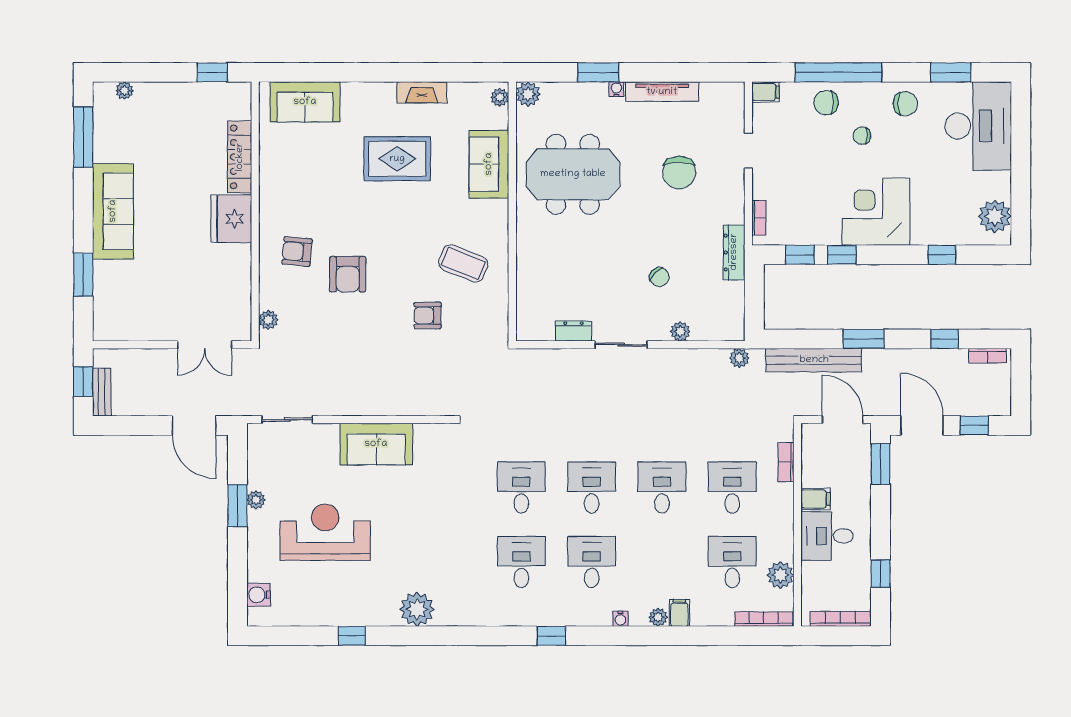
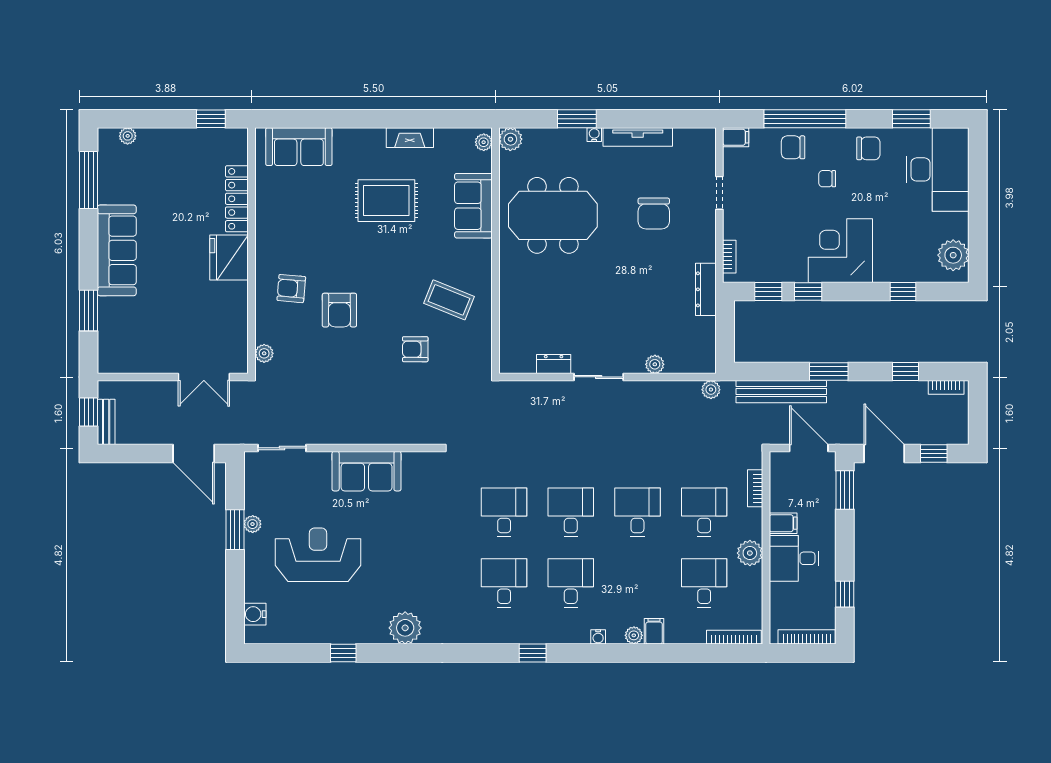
chair: (659, 277) -> (635, 313), removed
plant: (780, 575) -> (750, 553), moved

